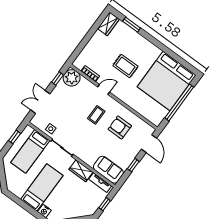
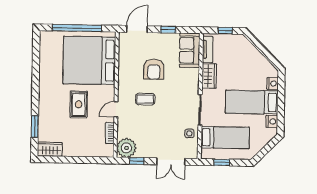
bed: (167, 81) -> (89, 60), moved, turned 180
door: (104, 89) -> (116, 109), hinge flipped
armchair: (120, 127) -> (154, 69), moved
nightstand: (19, 192) -> (272, 121), added

